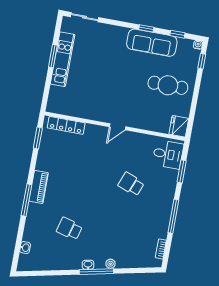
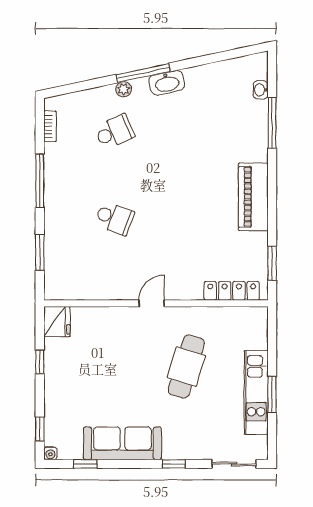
window: (146, 28) -> (174, 464), moved
cafe table: (168, 85) -> (186, 367), moved, turned -73
window: (194, 103) -> (40, 362), added
desk: (168, 154) -> (66, 275), removed
piano: (39, 187) -> (253, 197), width x1.37, depth x1.33
window: (26, 200) -> (272, 123), moved
school desk: (69, 229) -> (114, 132), moved, turned -39
washbasin: (88, 265) -> (167, 83), width x1.91, depth x1.45

